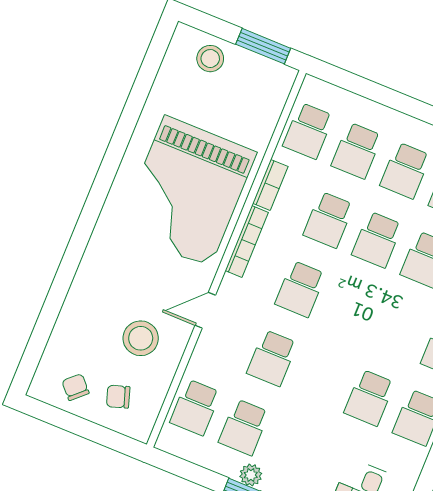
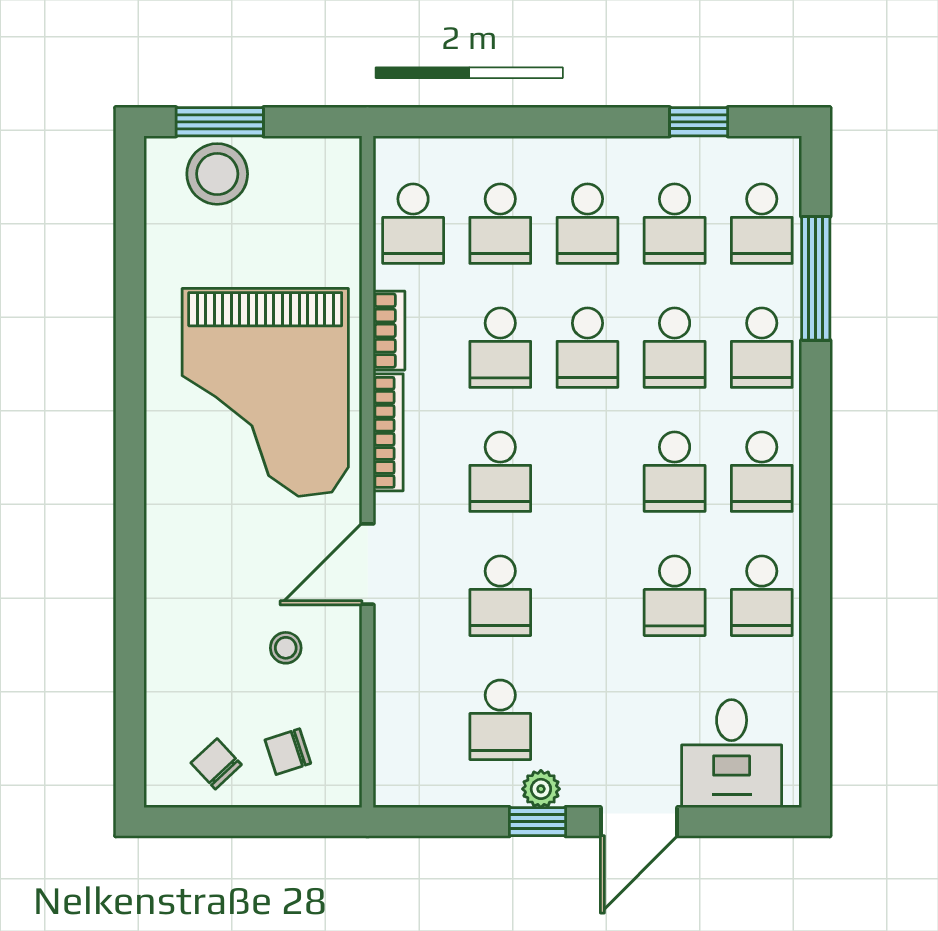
window: (263, 46) -> (220, 122), moved
stool: (210, 59) -> (217, 174), width x1.38, depth x1.38
door: (205, 310) -> (368, 564), width x1.37
stool: (141, 338) -> (286, 648), width x0.53, depth x0.53
school desk: (195, 407) -> (675, 472), moved

